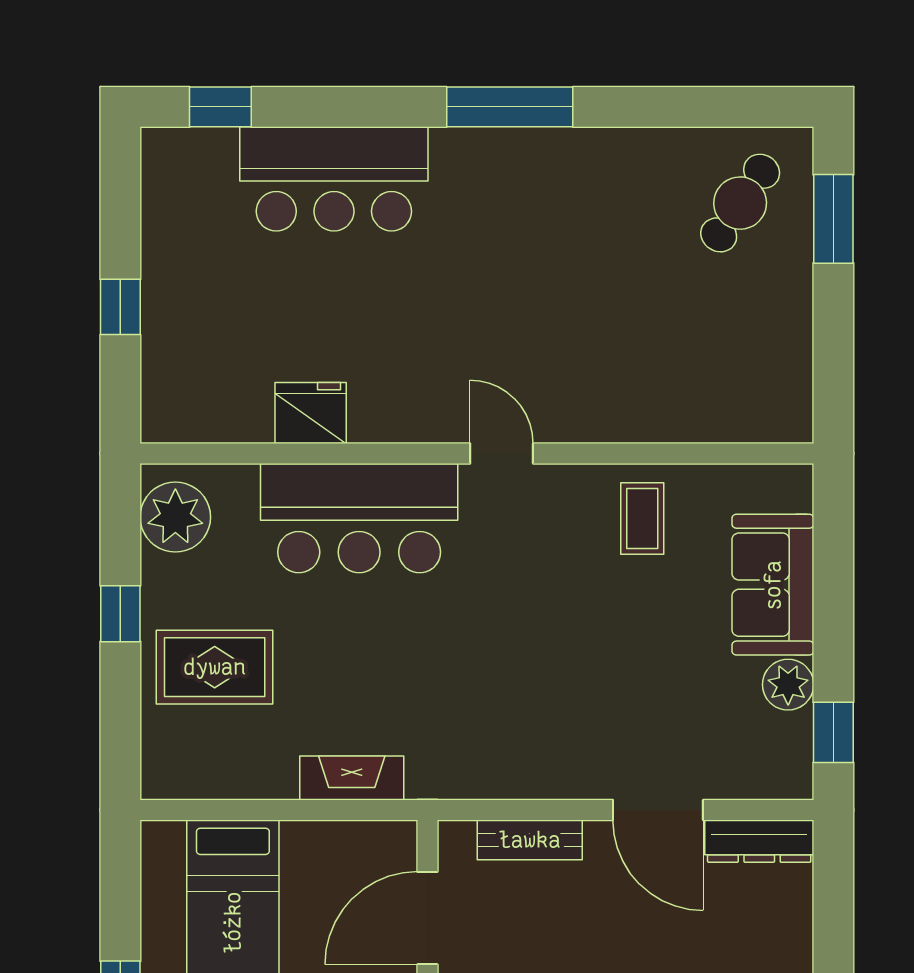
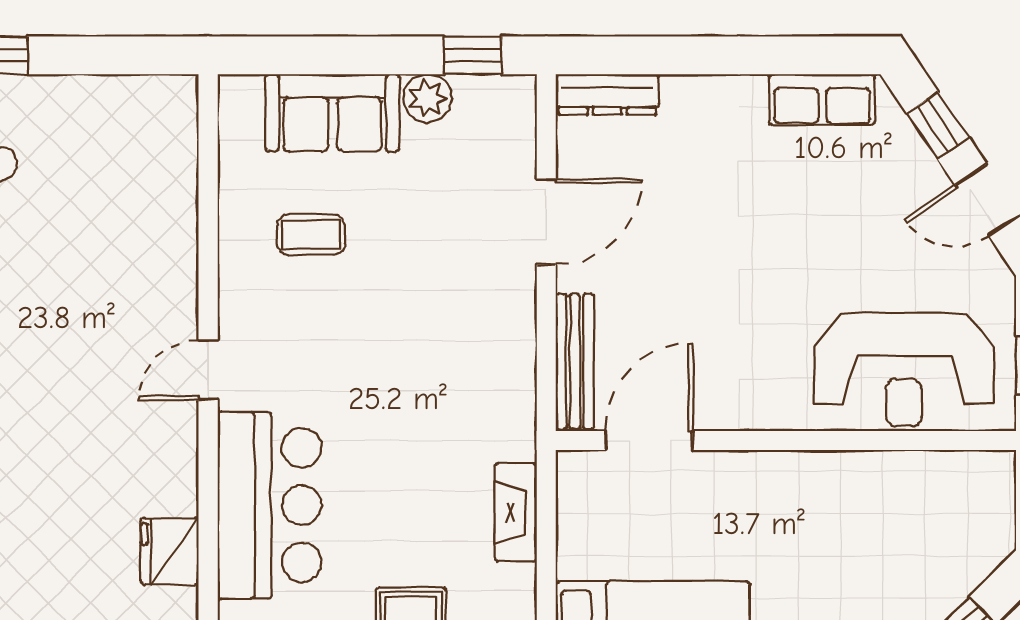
coffee table: (642, 518) -> (311, 235), moved
bench: (530, 840) -> (575, 362), width x1.36
dresser: (759, 841) -> (607, 94), moved, turned 90
door: (427, 918) -> (649, 441), swing flipped

